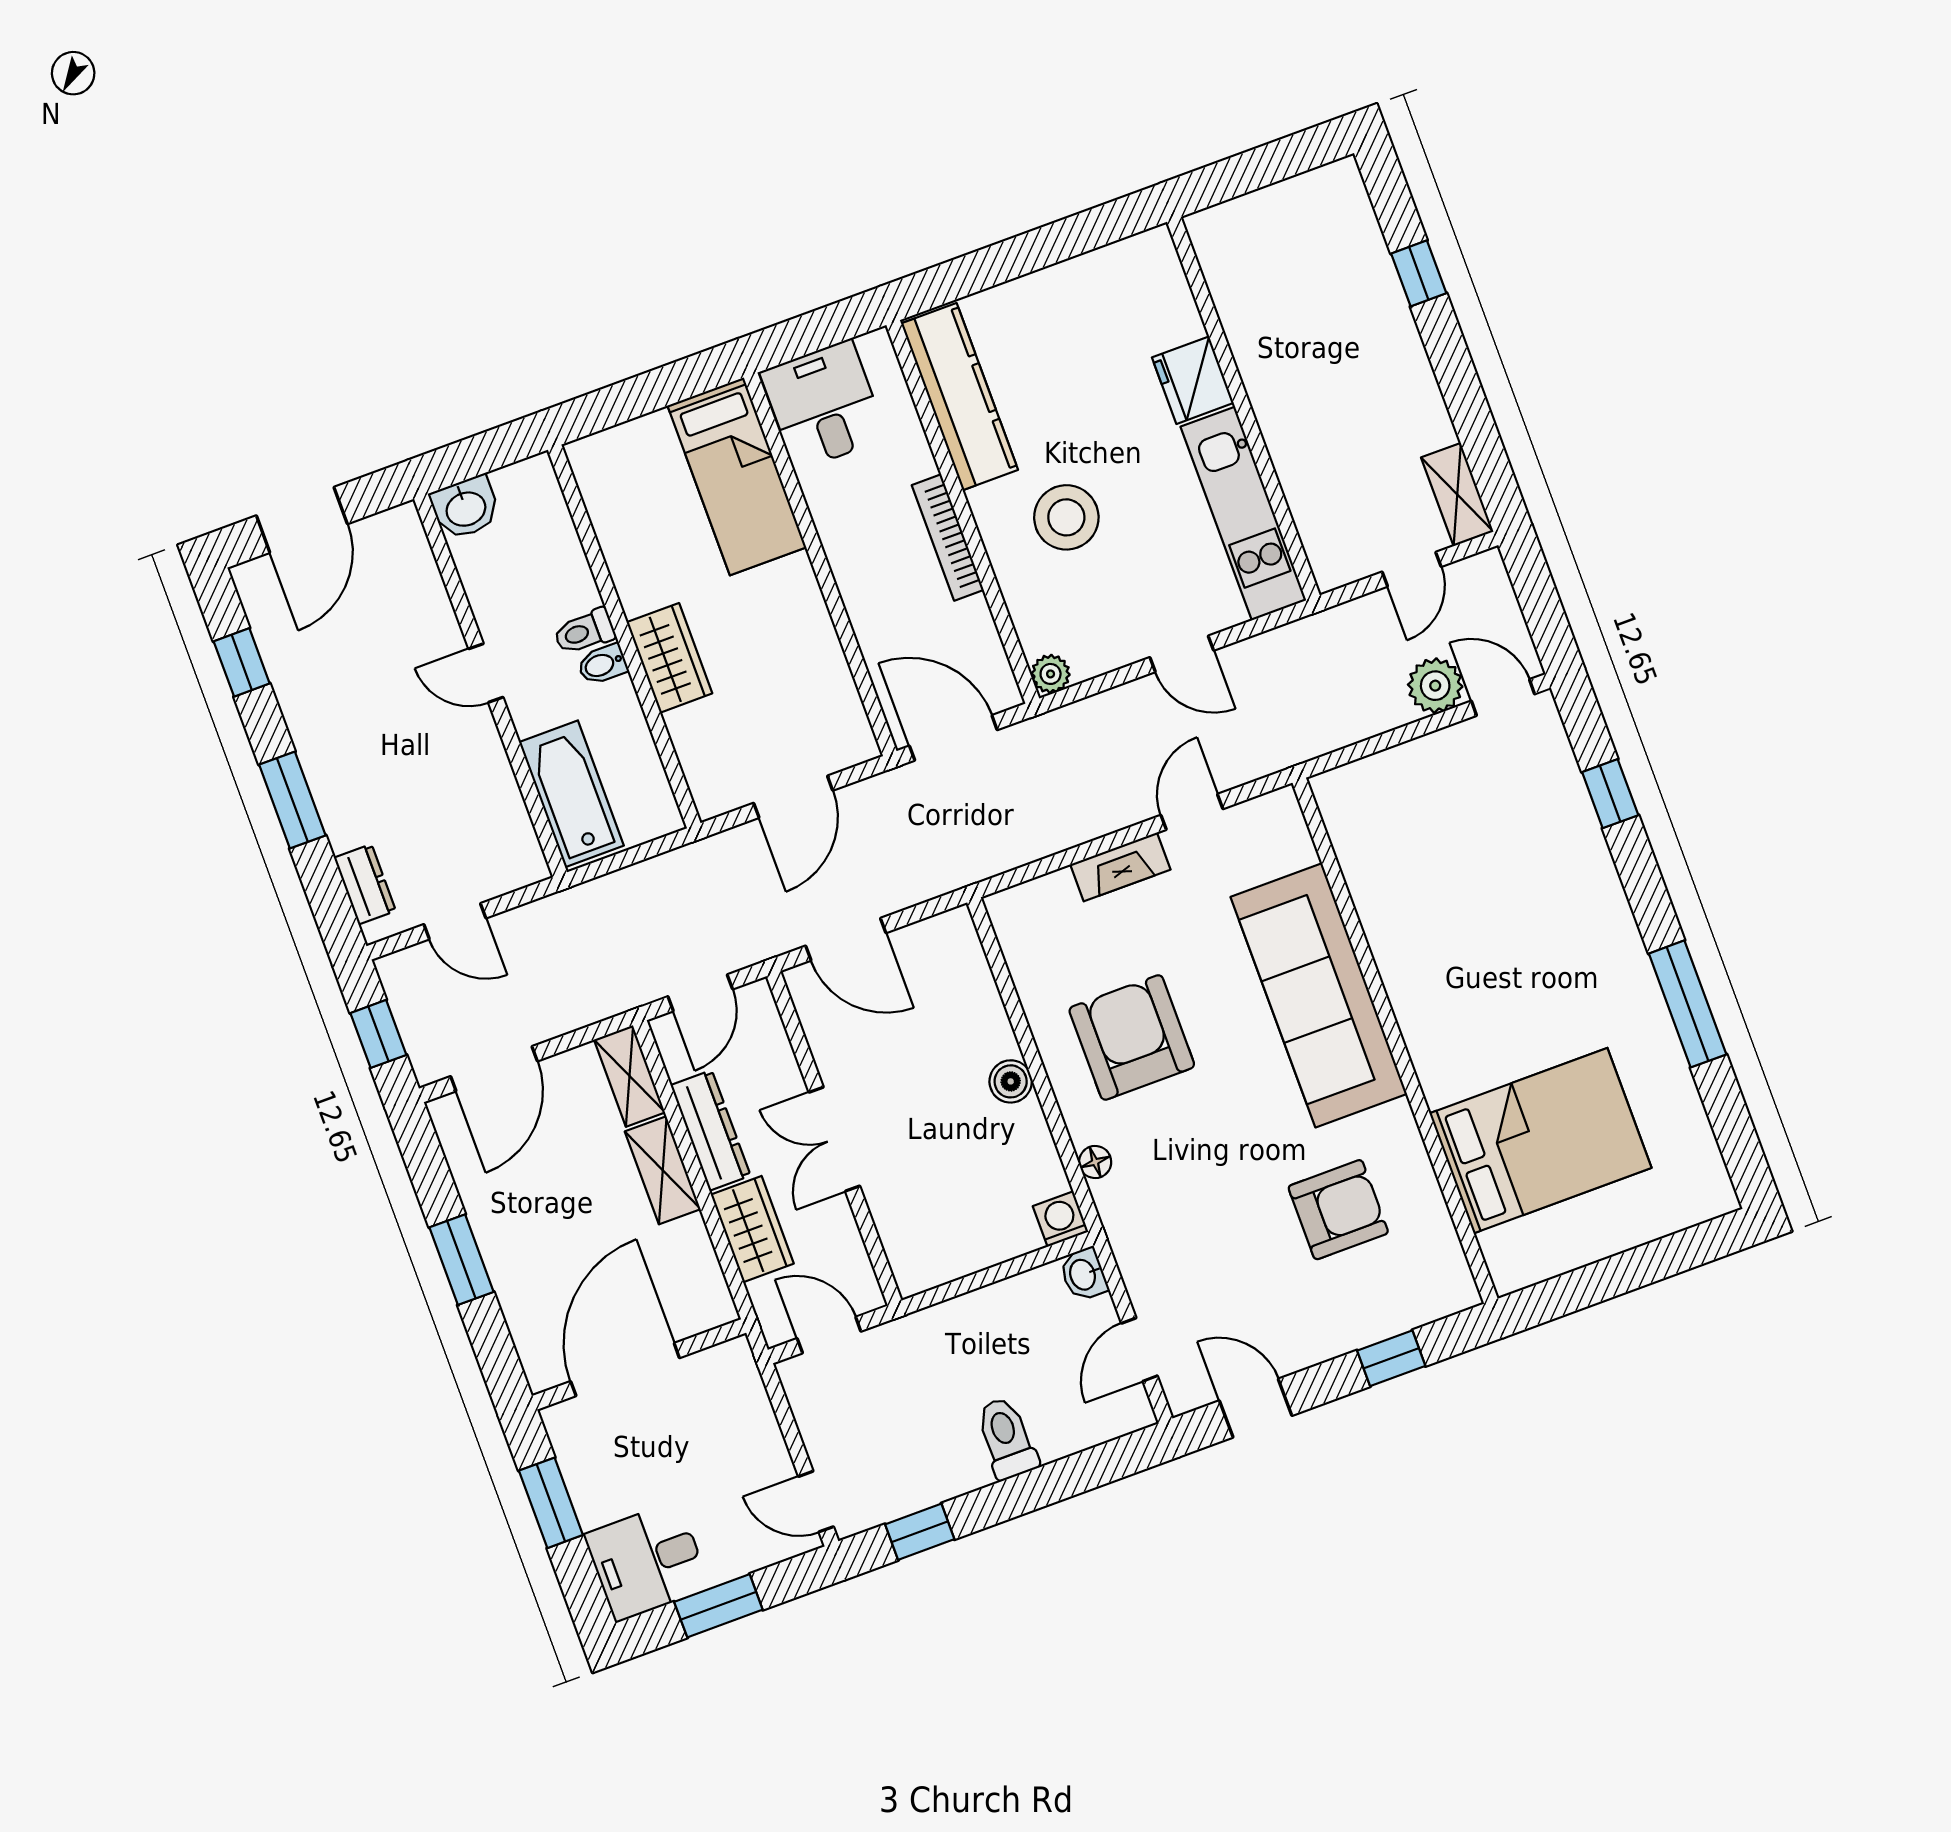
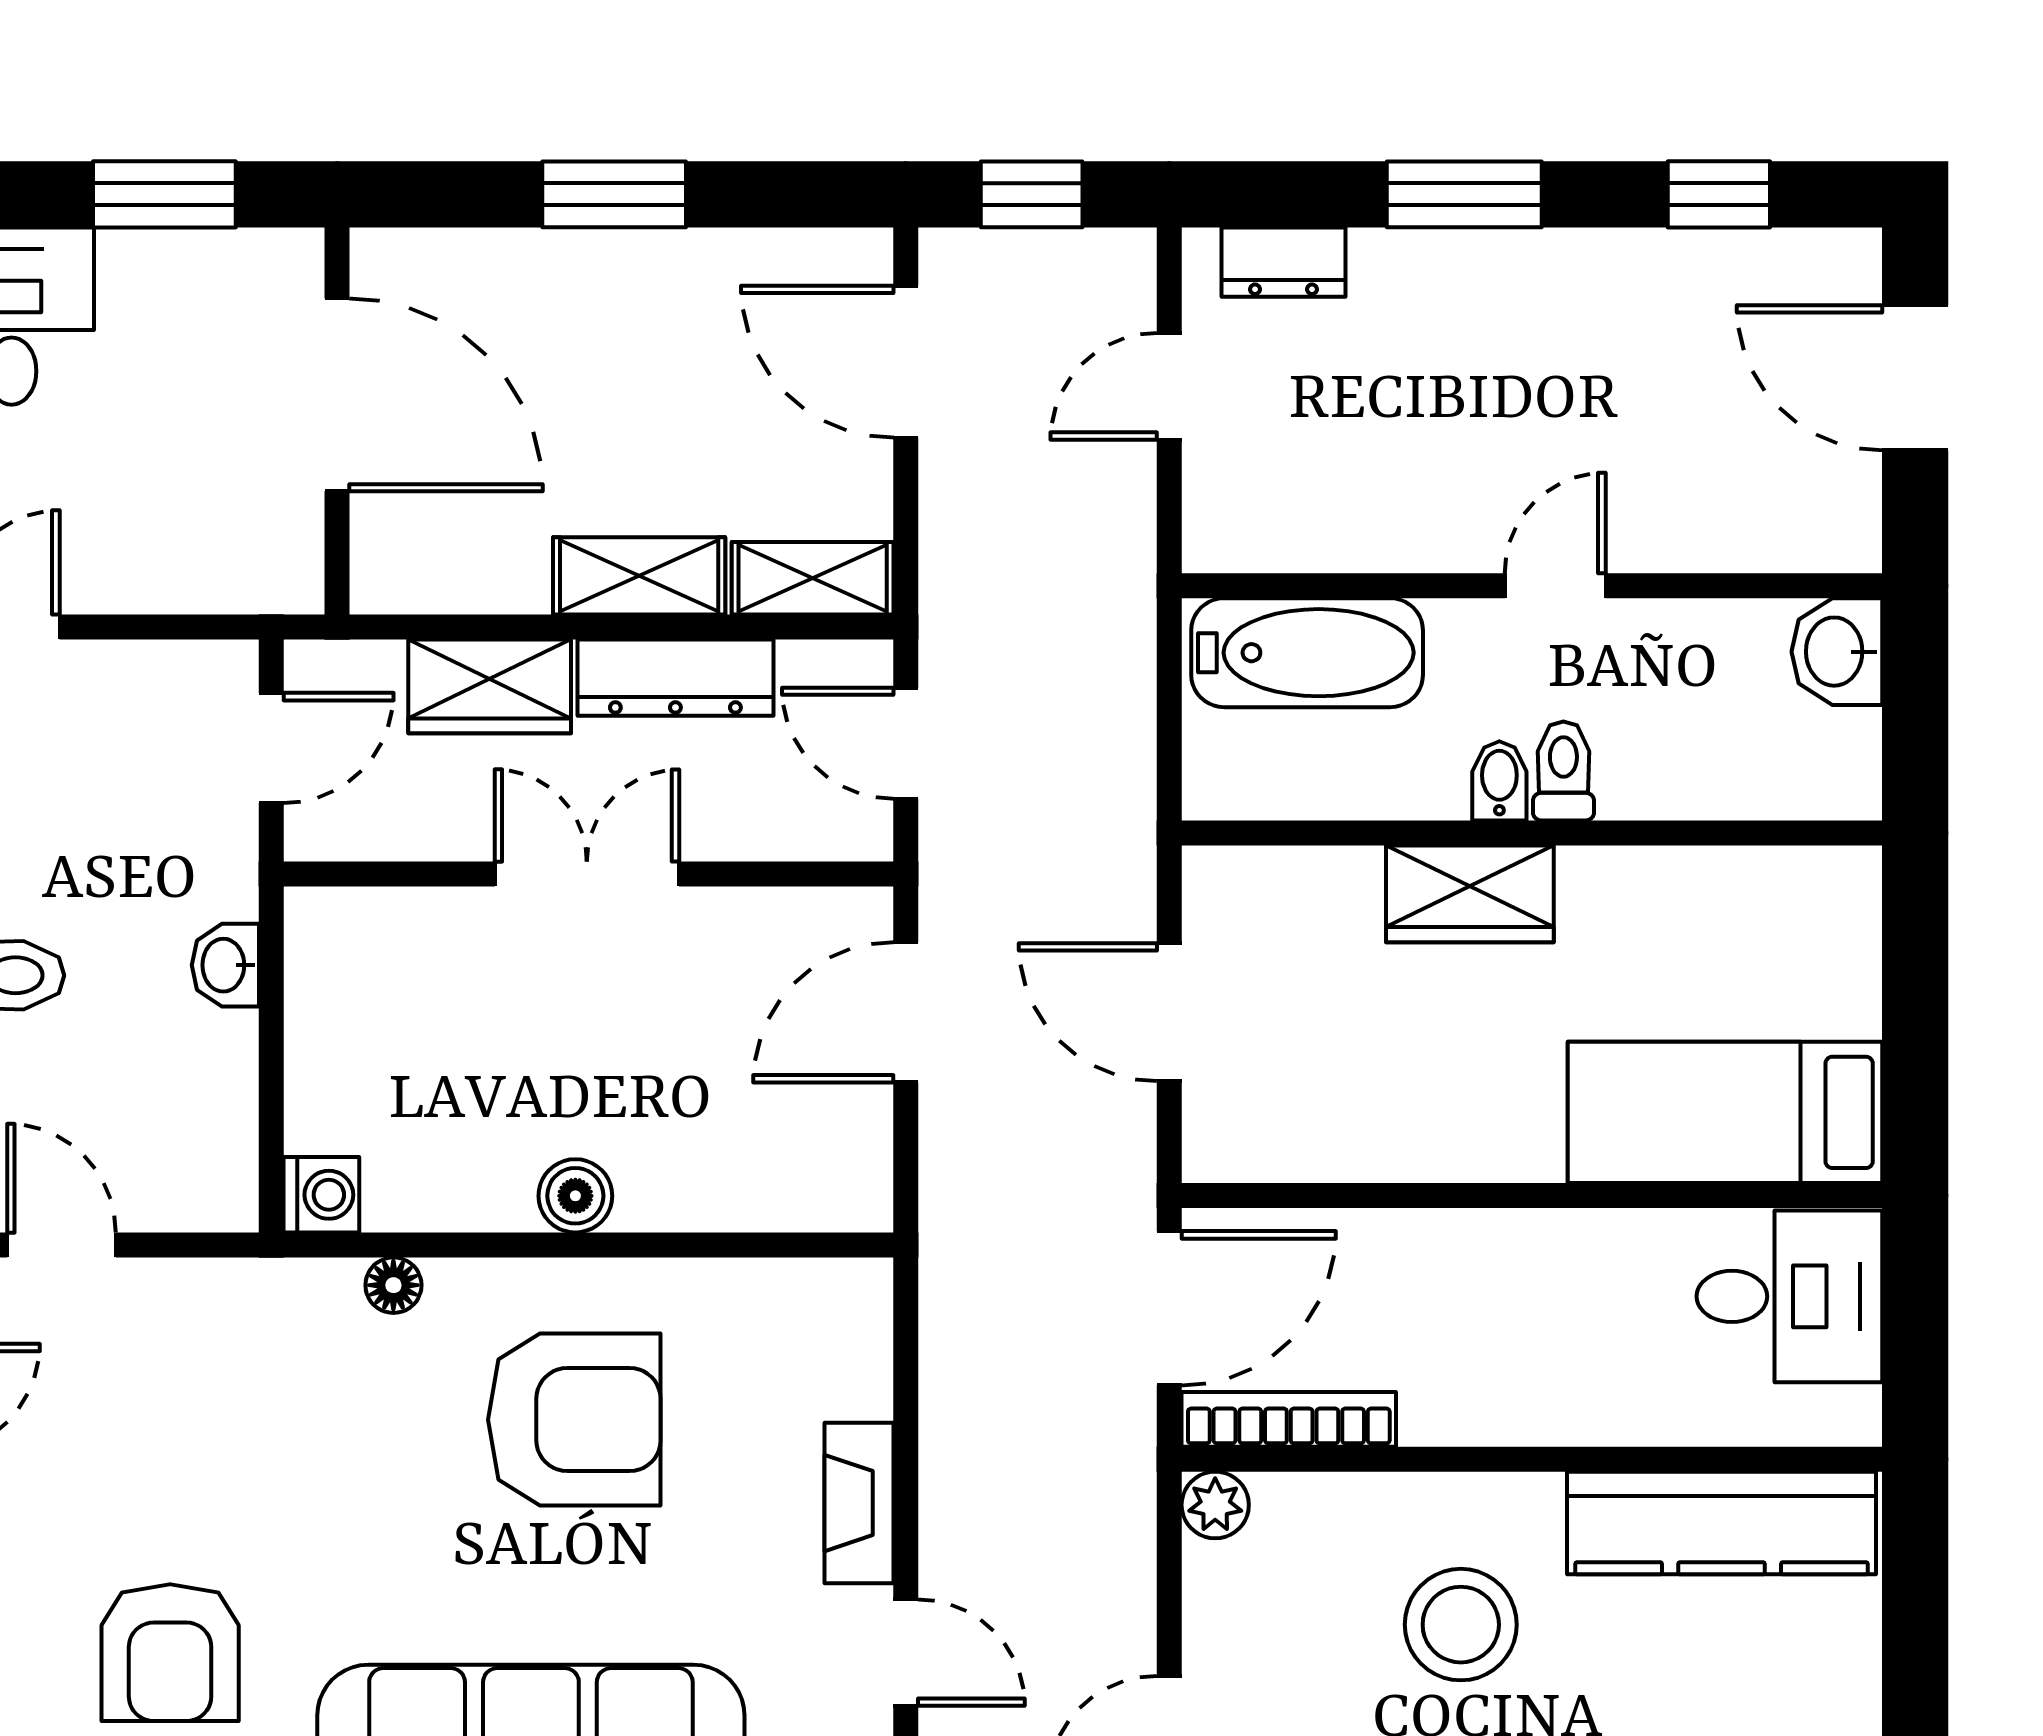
bookcase: (948, 538) -> (1289, 1419), moved
washbasin: (1084, 1274) -> (225, 965), moved, turned -90

